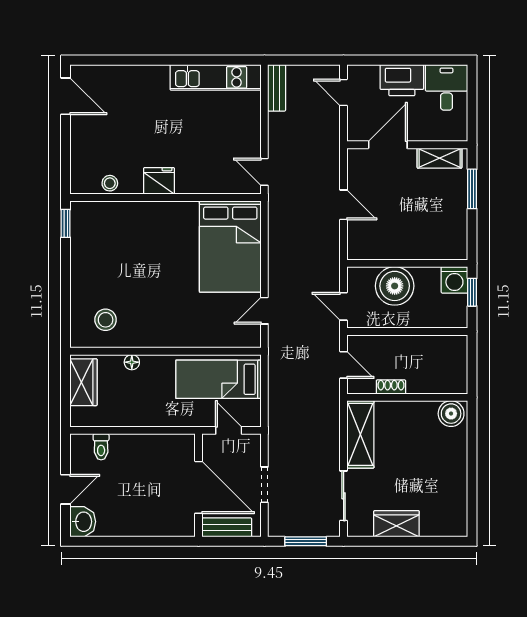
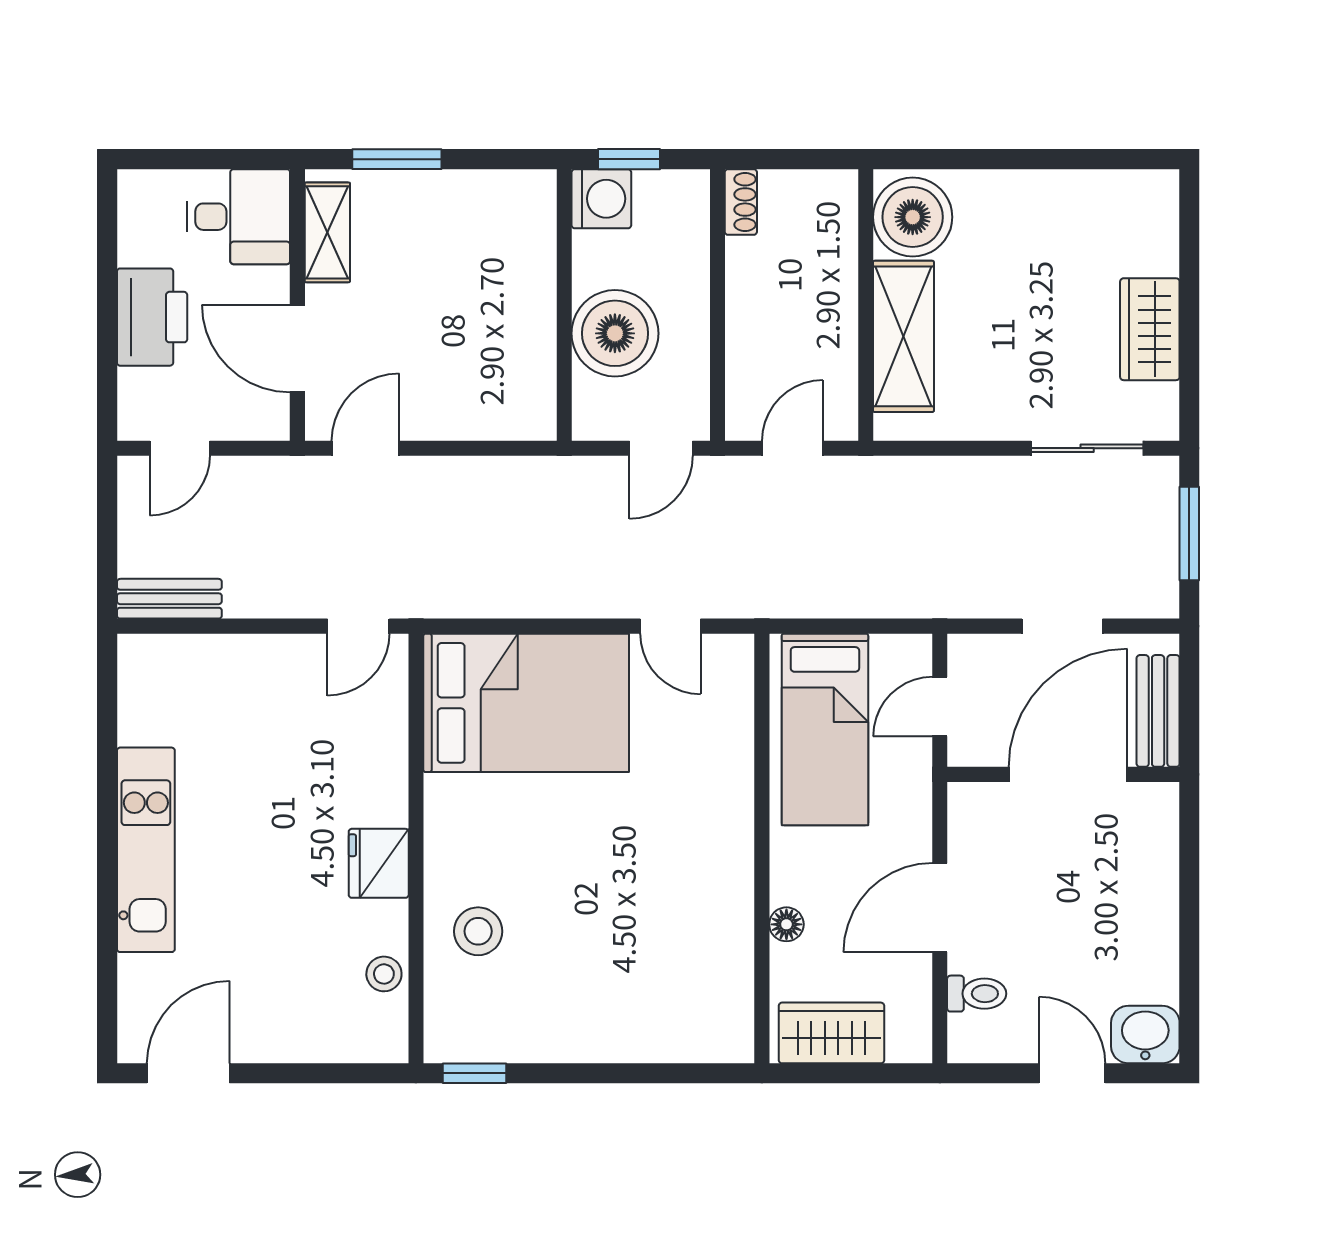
kitchen unit: (216, 77) -> (146, 850), moved
desk: (446, 87) -> (239, 217), moved, turned 180
door: (344, 205) -> (365, 448), moved
stool: (106, 320) -> (478, 931), moved
shoe rack: (391, 387) -> (741, 202), moved, turned 180
boiler: (451, 414) -> (913, 217), width x1.37, depth x1.37
door: (139, 430) -> (940, 908), added
shelving: (360, 434) -> (903, 336), moved, turned 90

